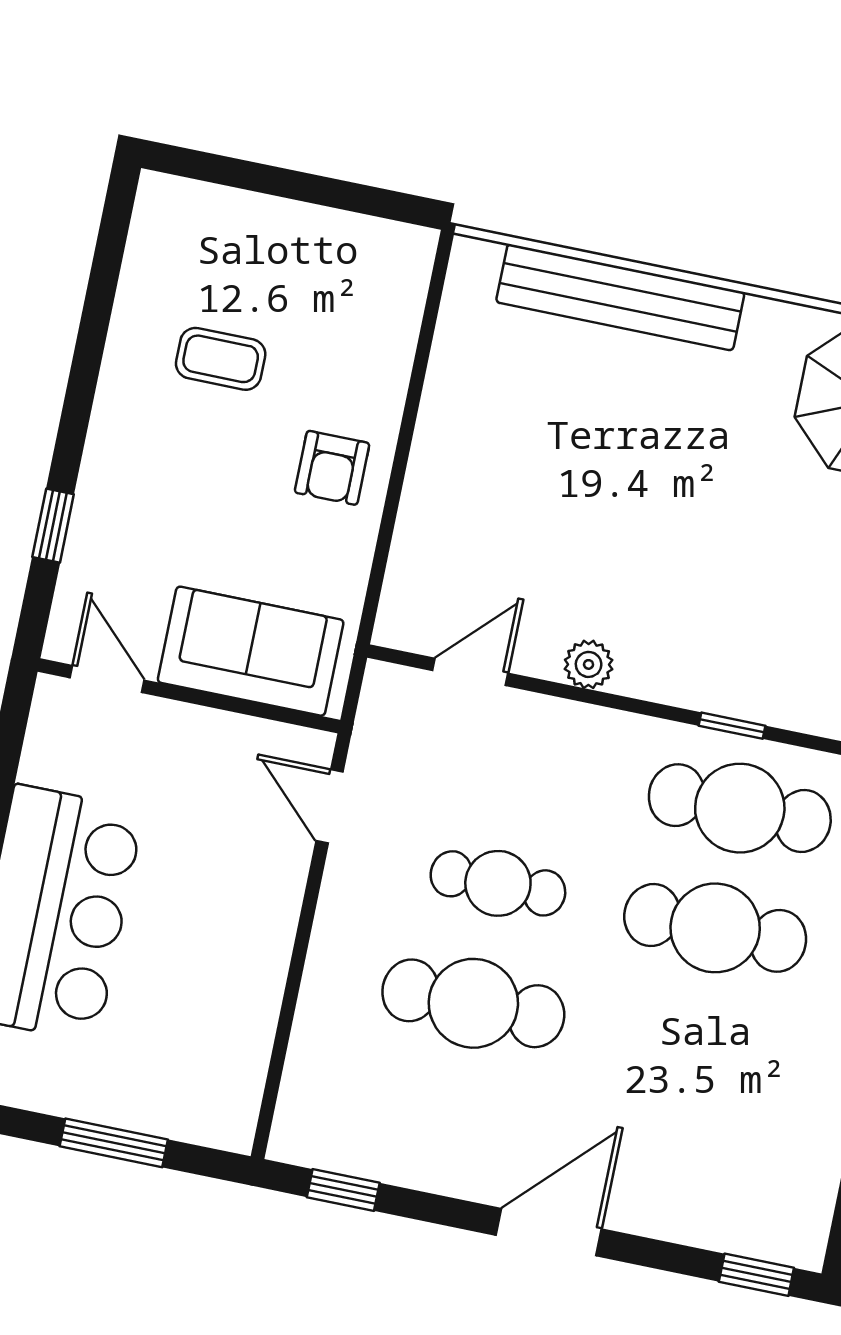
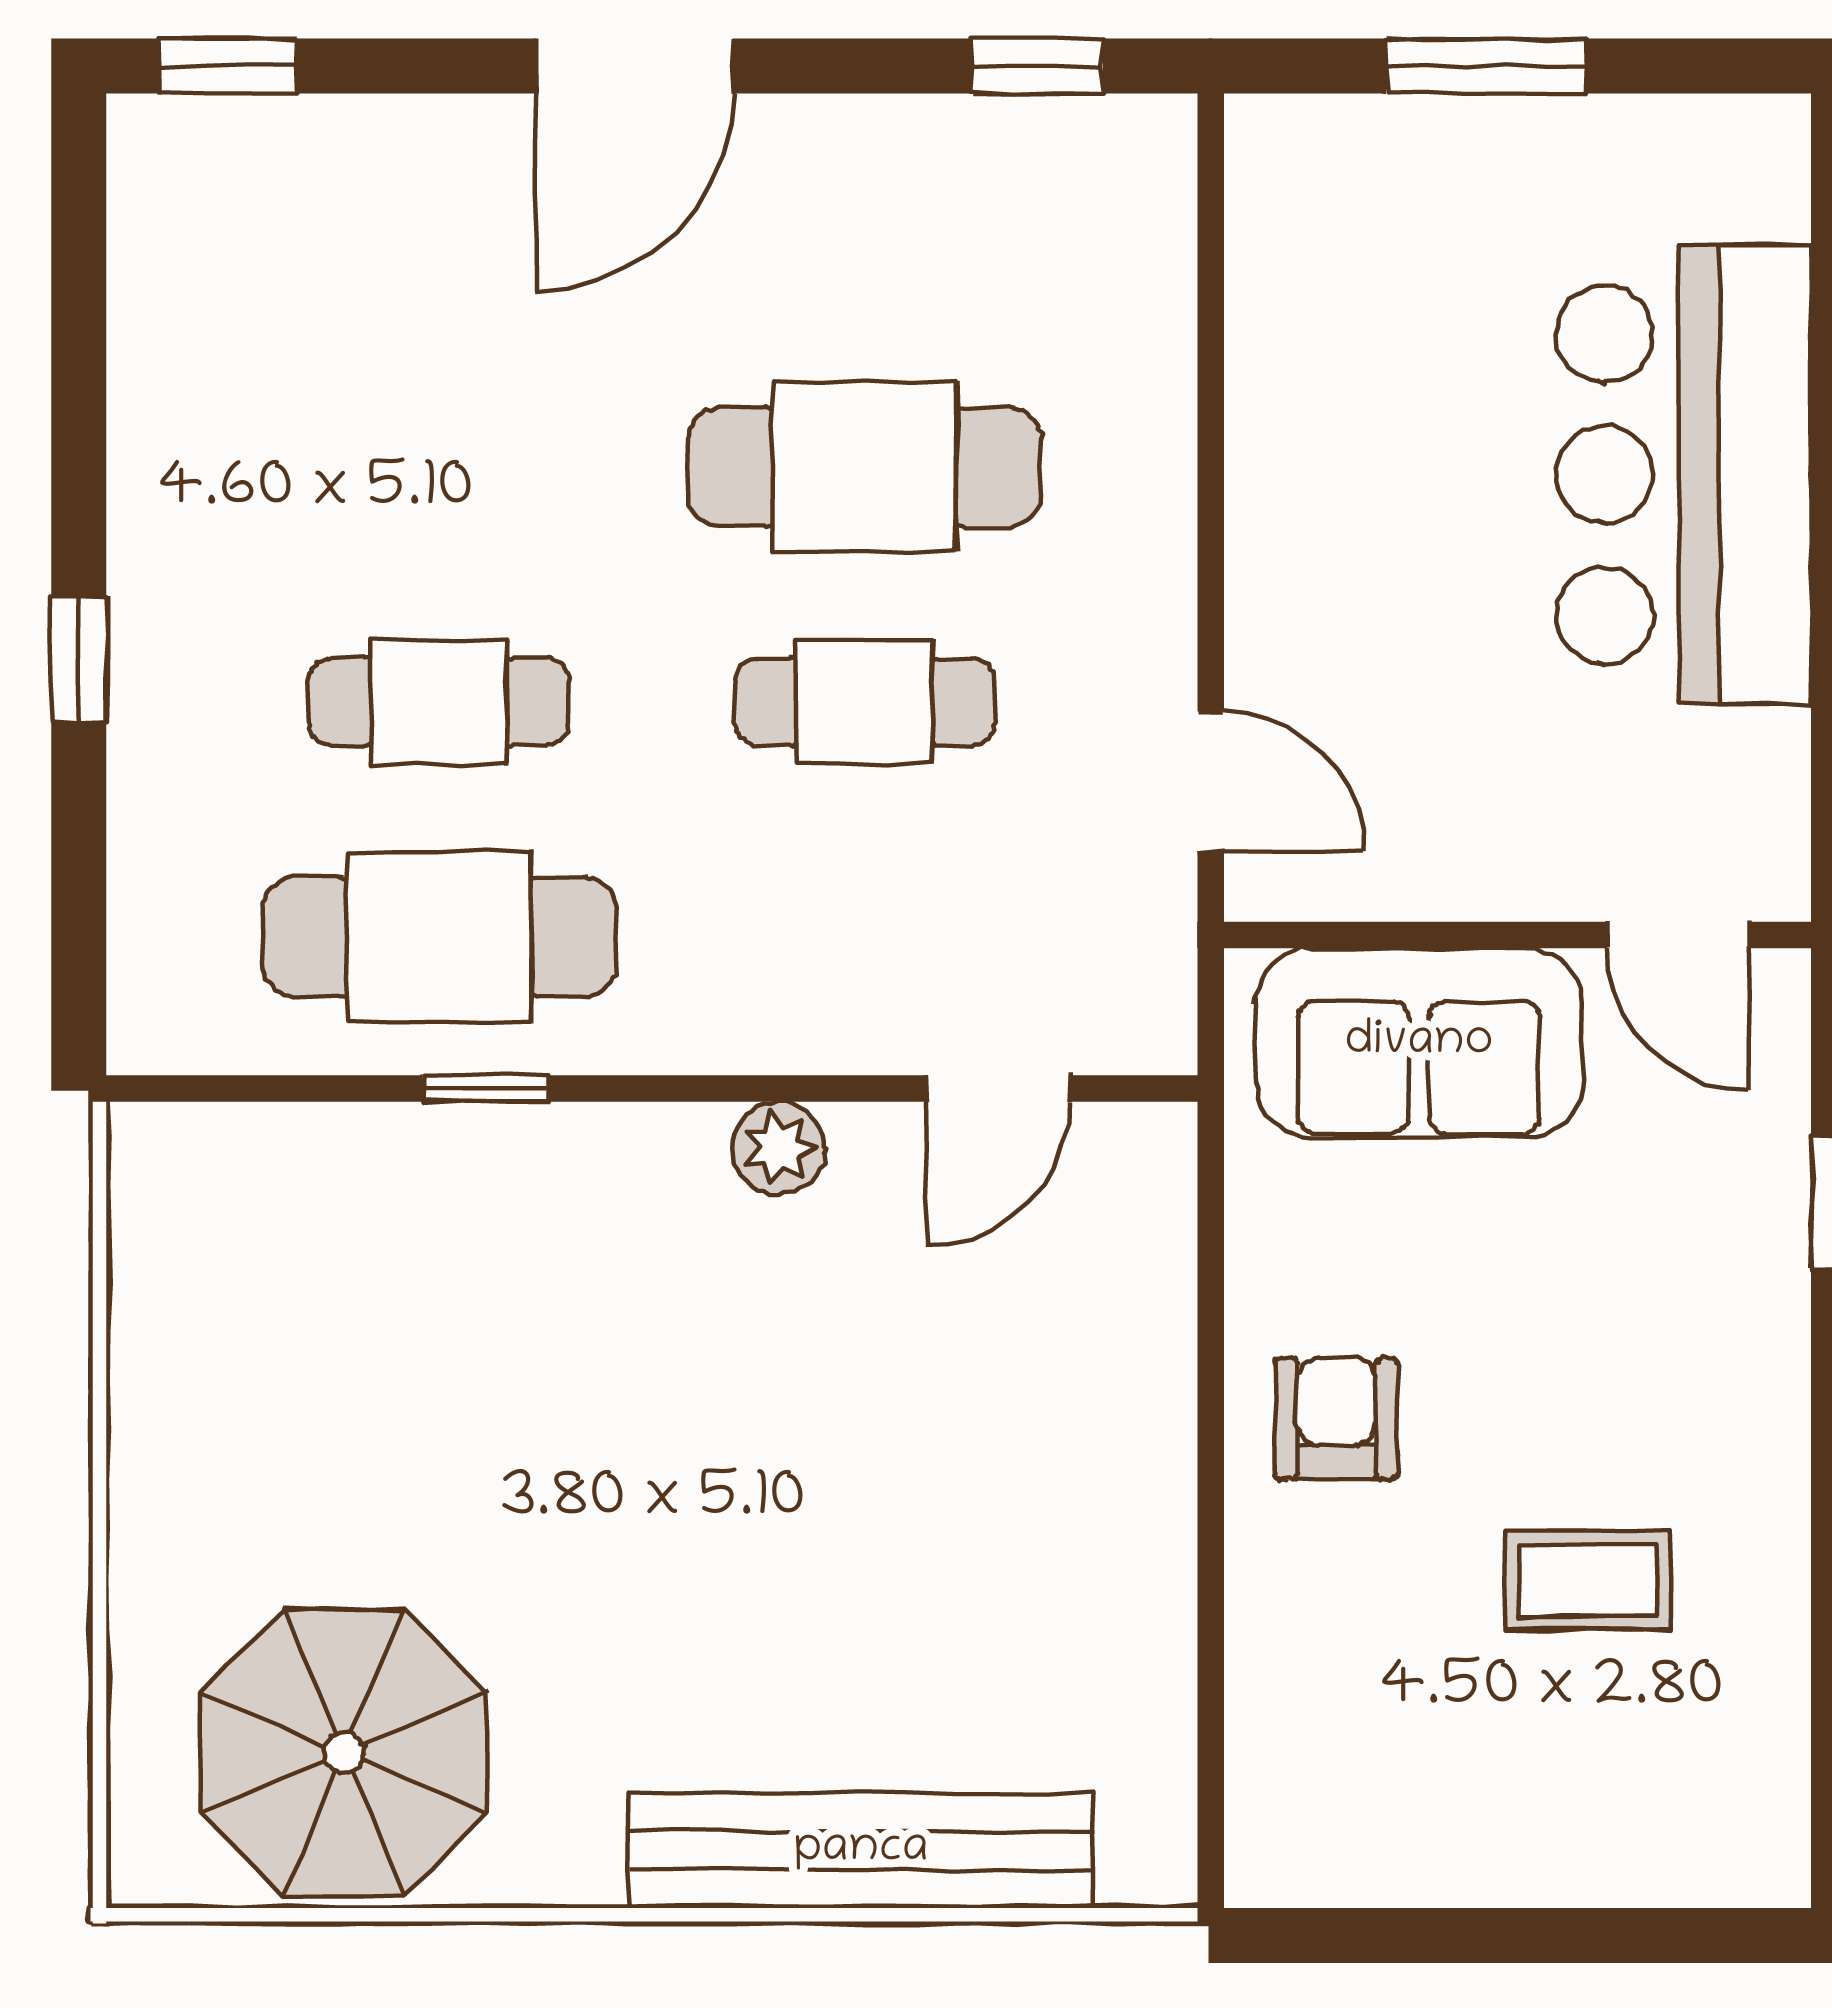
cafe table: (715, 928) -> (439, 702), width x0.73, depth x0.74

